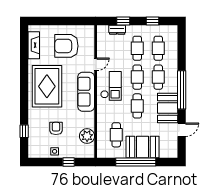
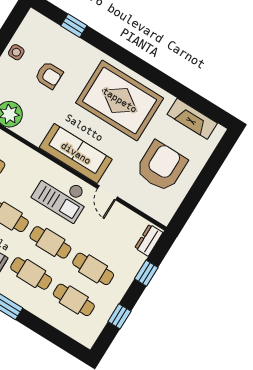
dresser: (117, 30) -> (149, 240), moved

